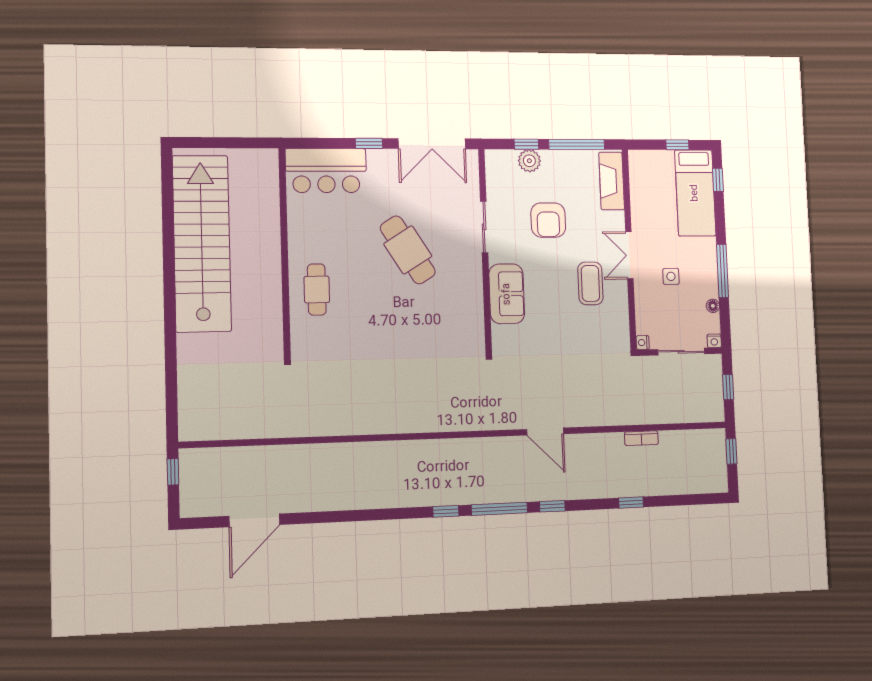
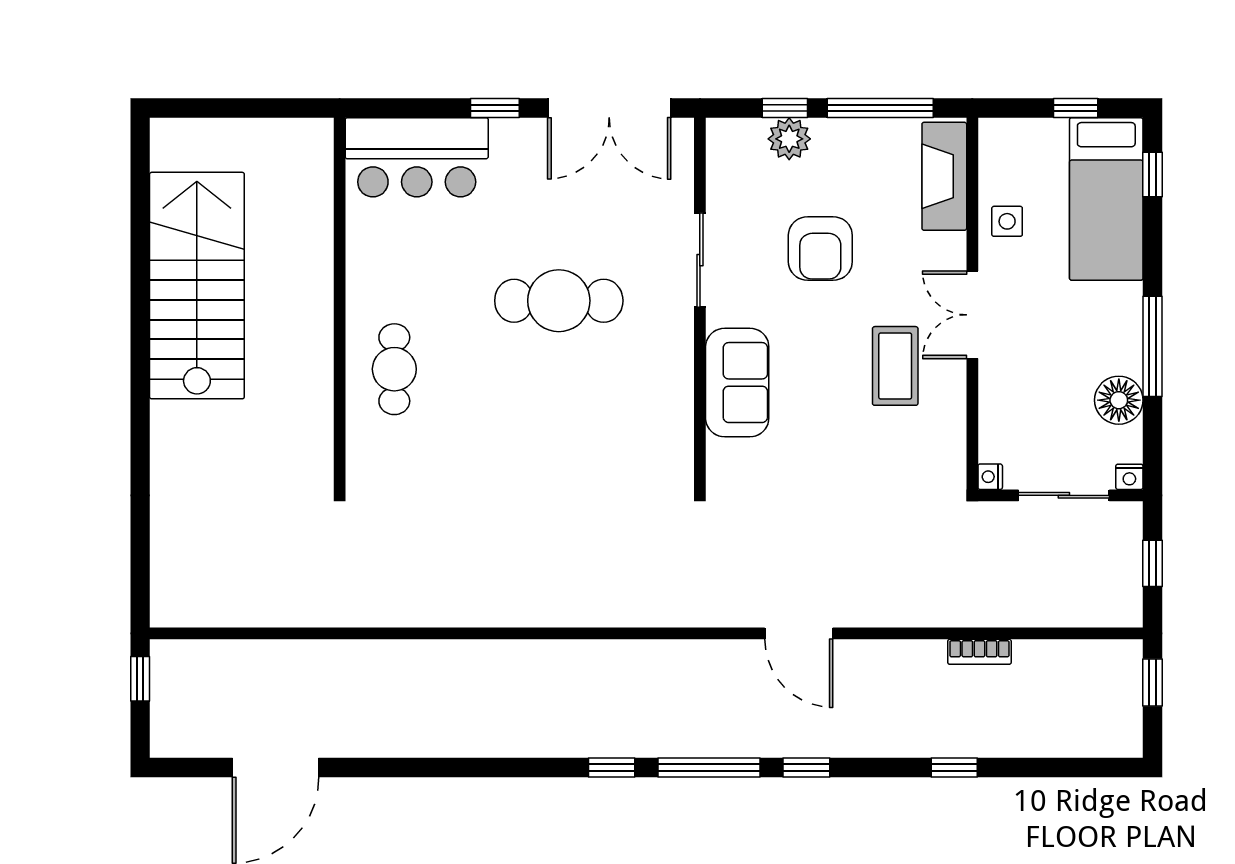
stairs: (202, 243) -> (197, 286), width x0.73
cafe table: (408, 250) -> (559, 301), turned -58
side table: (671, 276) -> (1007, 221), moved
floor lamp: (713, 306) -> (1119, 400), width x1.89, depth x1.89

